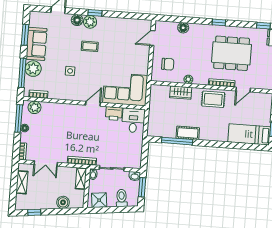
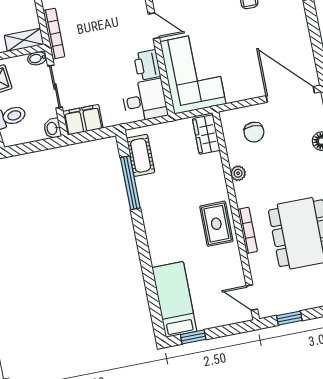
door: (152, 38) -> (290, 94), width x1.88
door: (243, 90) -> (252, 297), moved
wardrobe: (181, 93) -> (206, 135), moved
cot: (188, 133) -> (141, 155), moved
filing cabinet: (135, 158) -> (83, 120), added
window: (142, 187) -> (38, 146), removed

